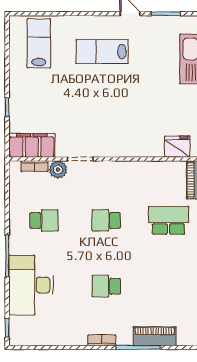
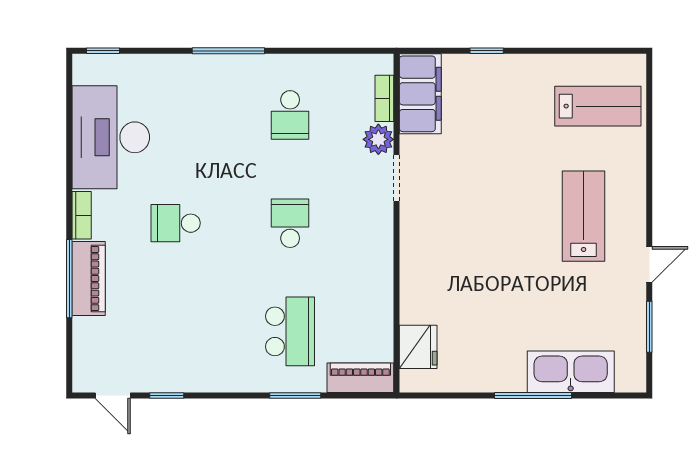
desk: (31, 285) -> (111, 137), moved, turned -90
school desk: (106, 286) -> (176, 223), turned -90
piano: (155, 336) -> (89, 279), moved

